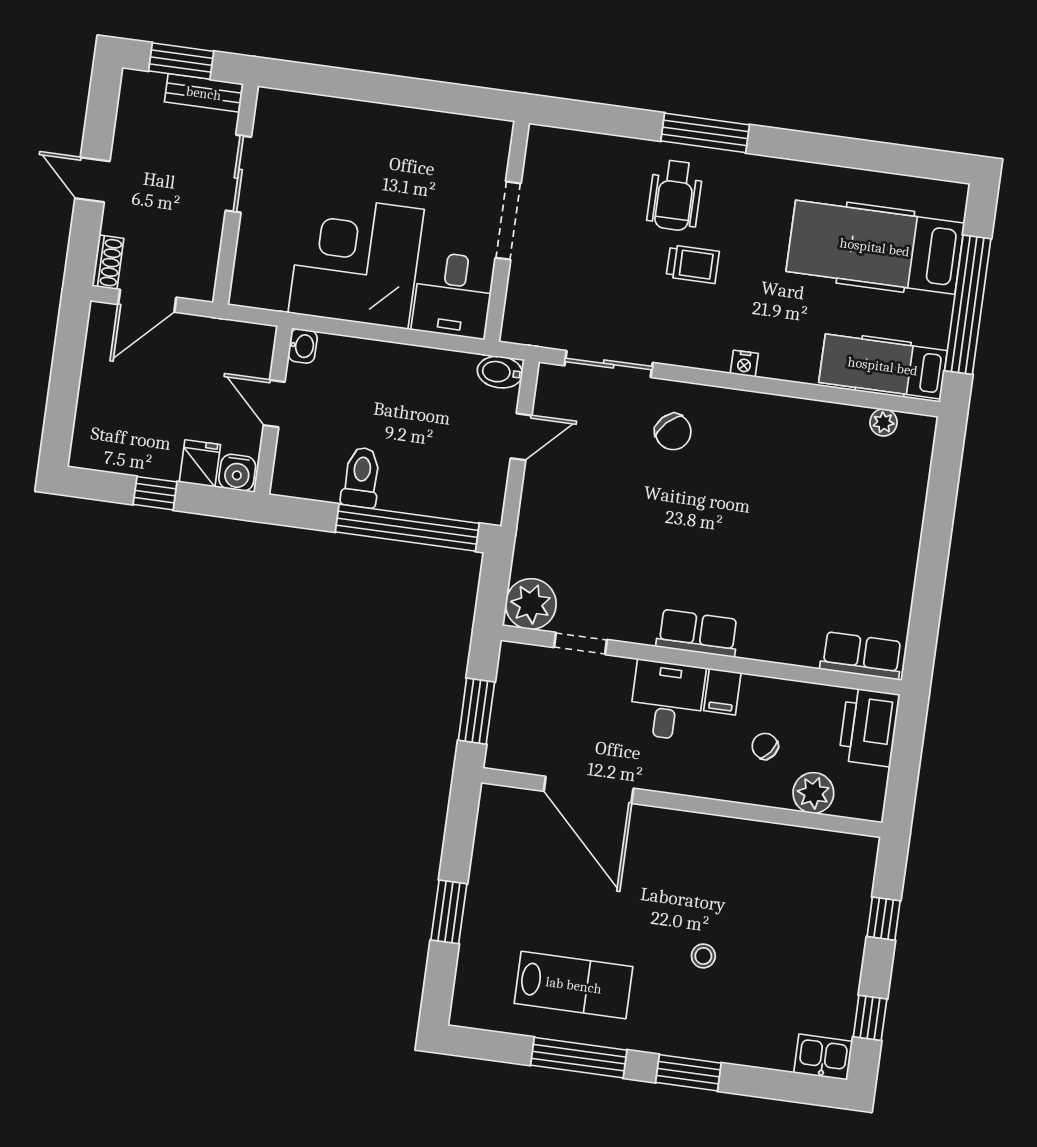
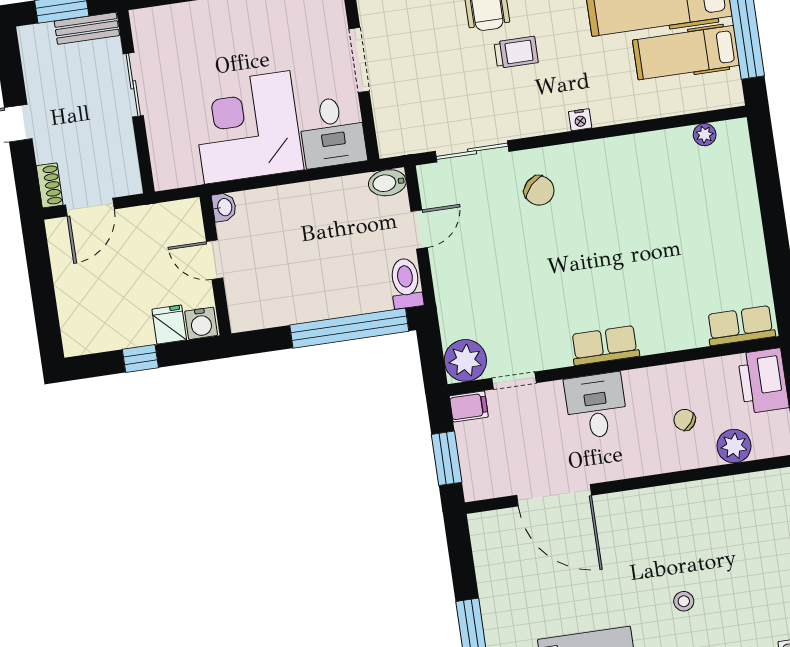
hospital bed: (883, 366) -> (686, 53), moved
toilet: (361, 477) -> (406, 283), moved
filing cabinet: (722, 692) -> (469, 406), moved, turned -90

